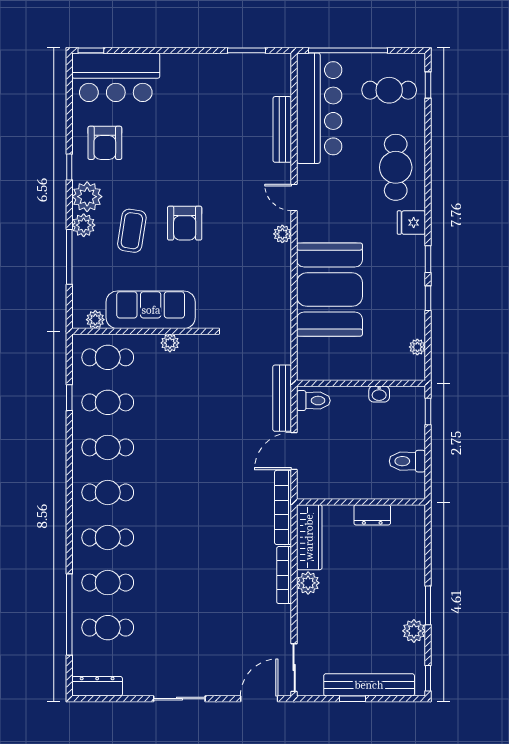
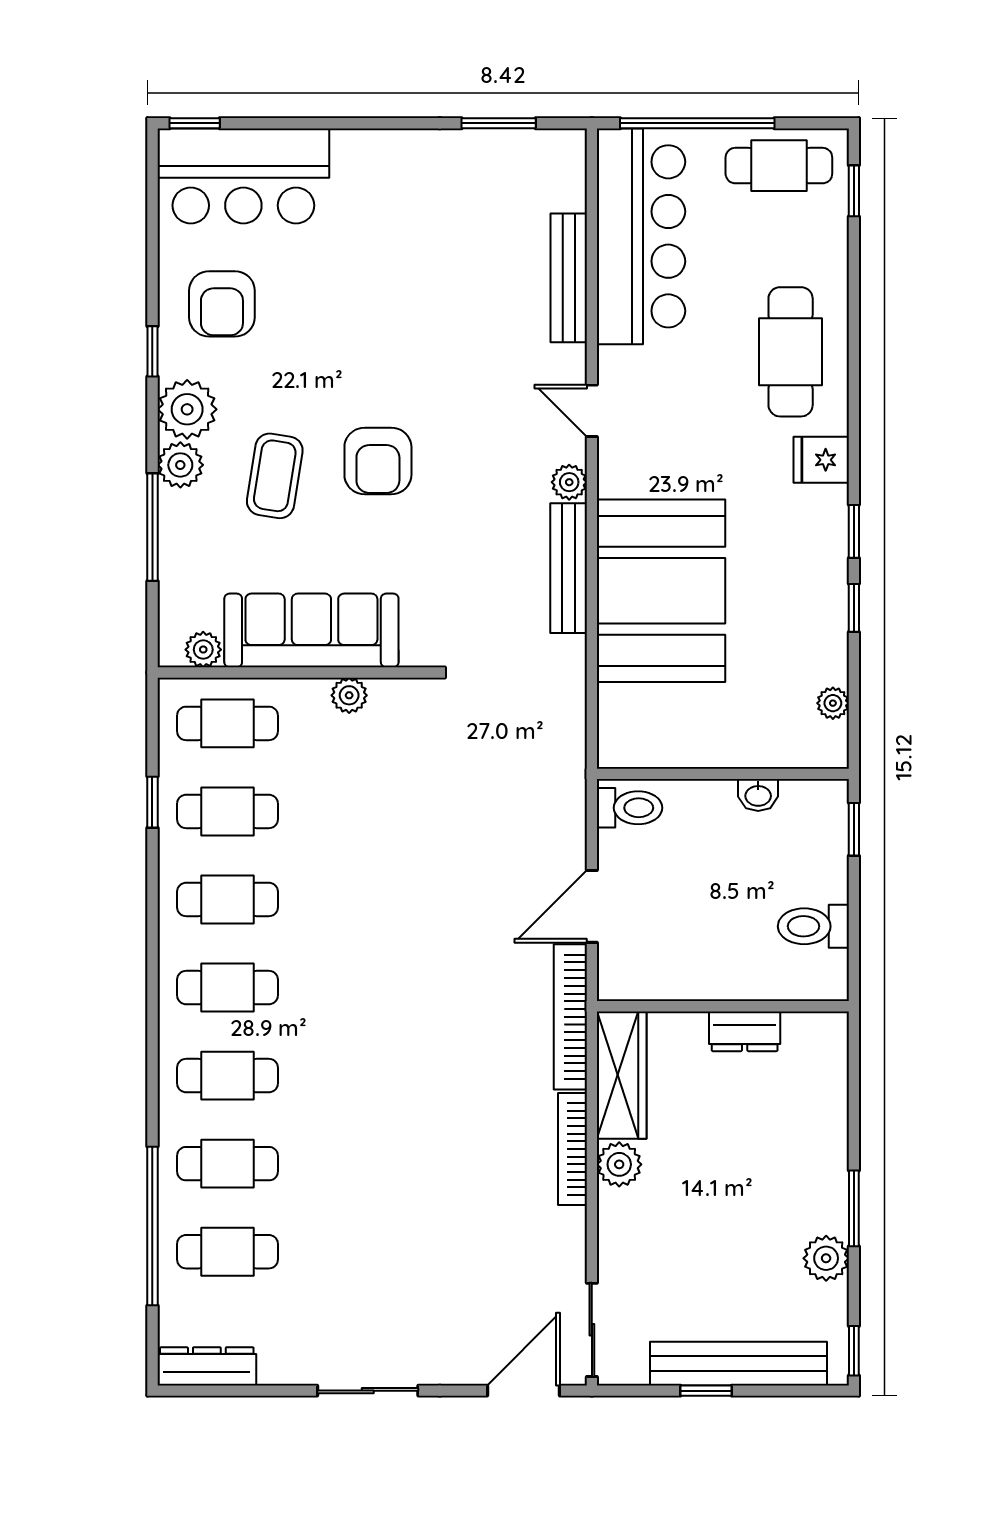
cafe table: (389, 90) -> (779, 166), moved
bench: (282, 398) -> (569, 568), moved

